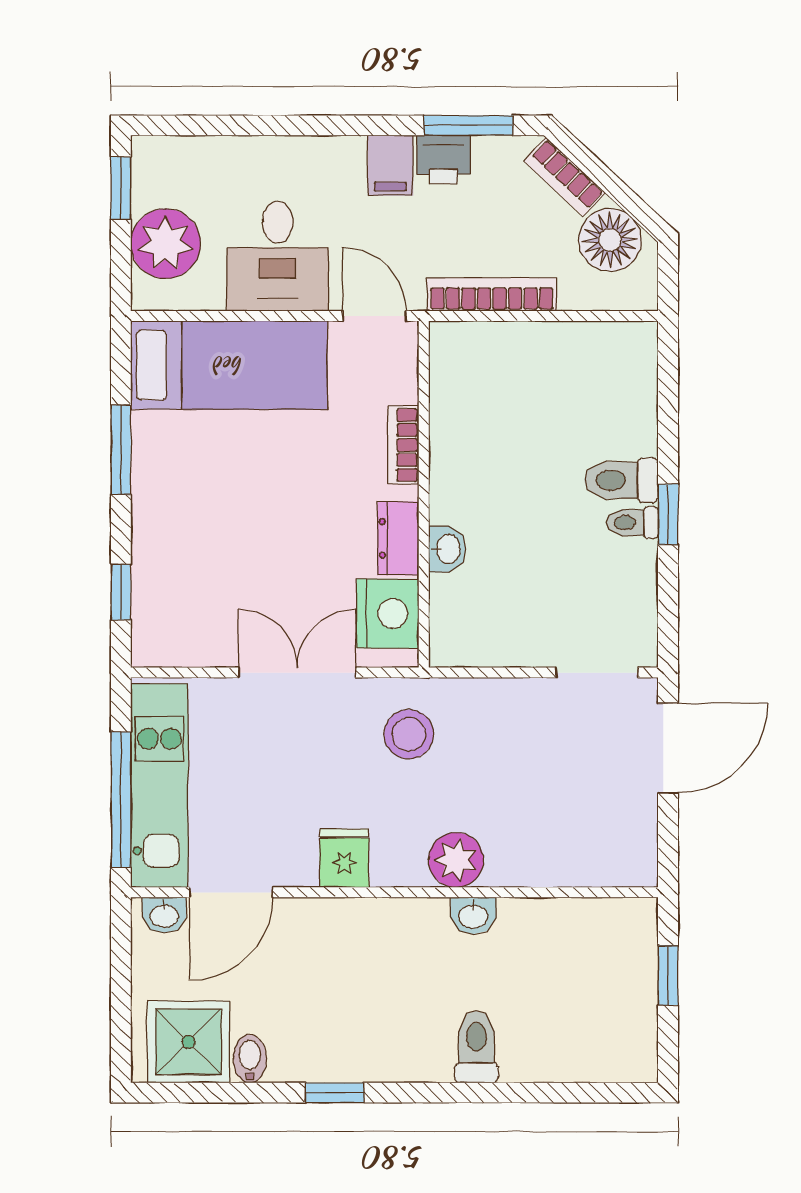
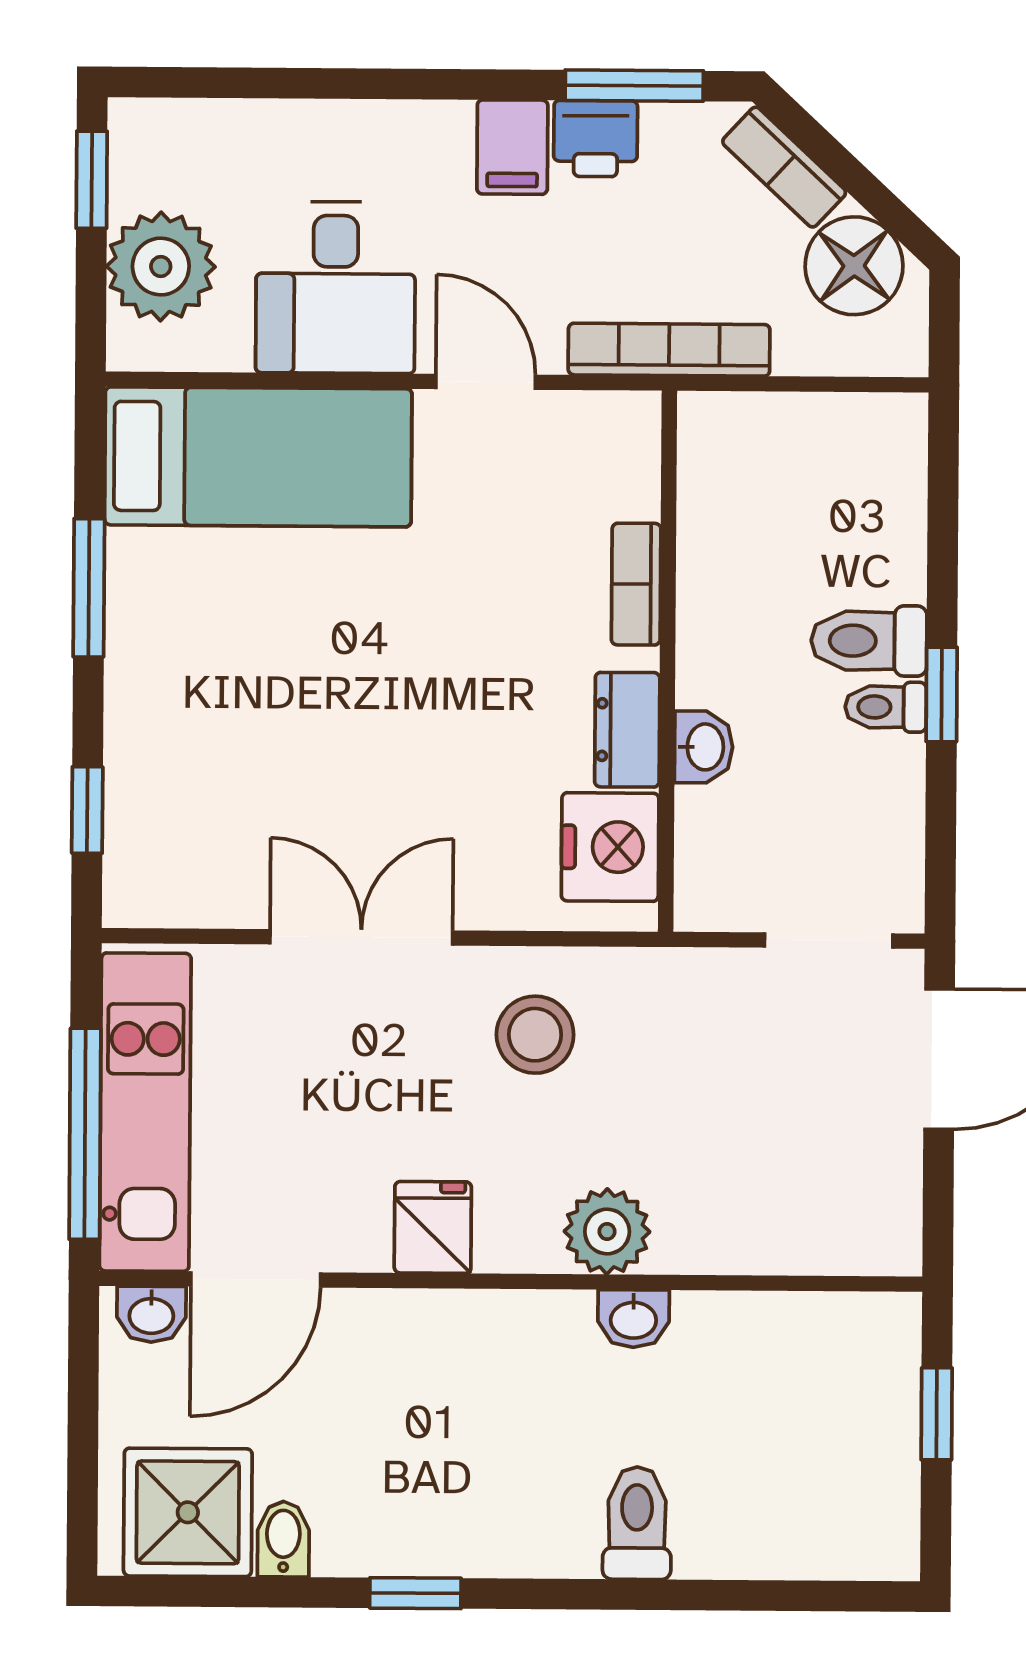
bookcase: (403, 445) -> (636, 584), moved
wall: (424, 494) -> (668, 661), moved
dresser: (398, 538) -> (627, 730), moved
washbasin: (447, 549) -> (704, 747), moved
nightstand: (388, 614) -> (610, 847), moved

